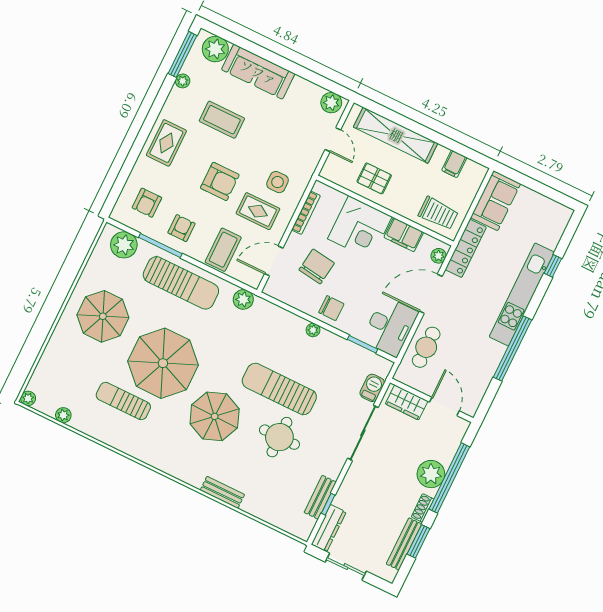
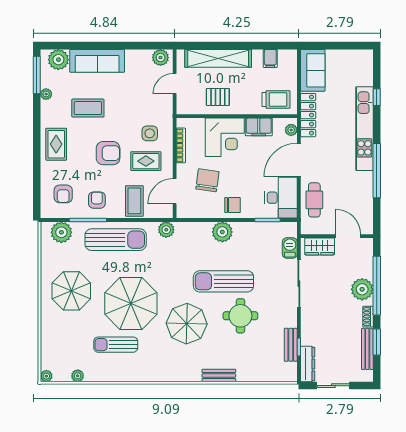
door: (333, 140) -> (175, 84), swing flipped
plant: (313, 330) -> (222, 232), width x1.88, depth x1.88

